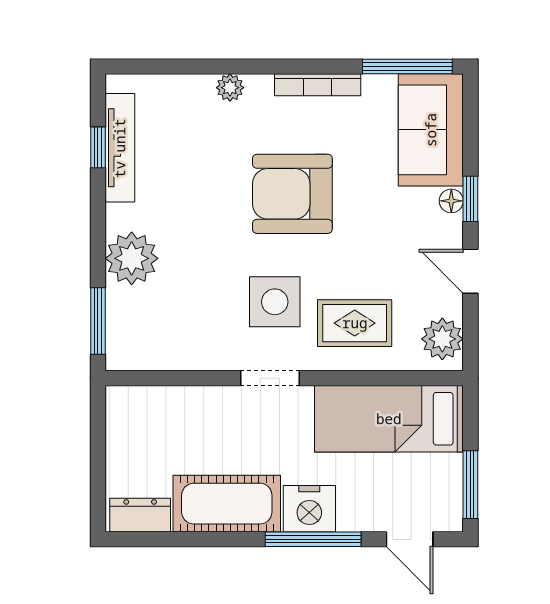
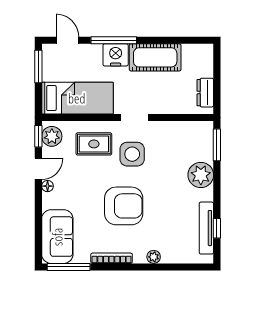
window: (470, 199) -> (38, 136), moved
floor lamp: (451, 201) -> (48, 186), moved
door: (470, 271) -> (38, 169), hinge flipped
dresser: (140, 515) -> (205, 93), moved, turned 90

